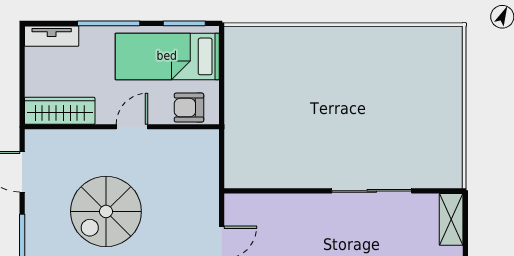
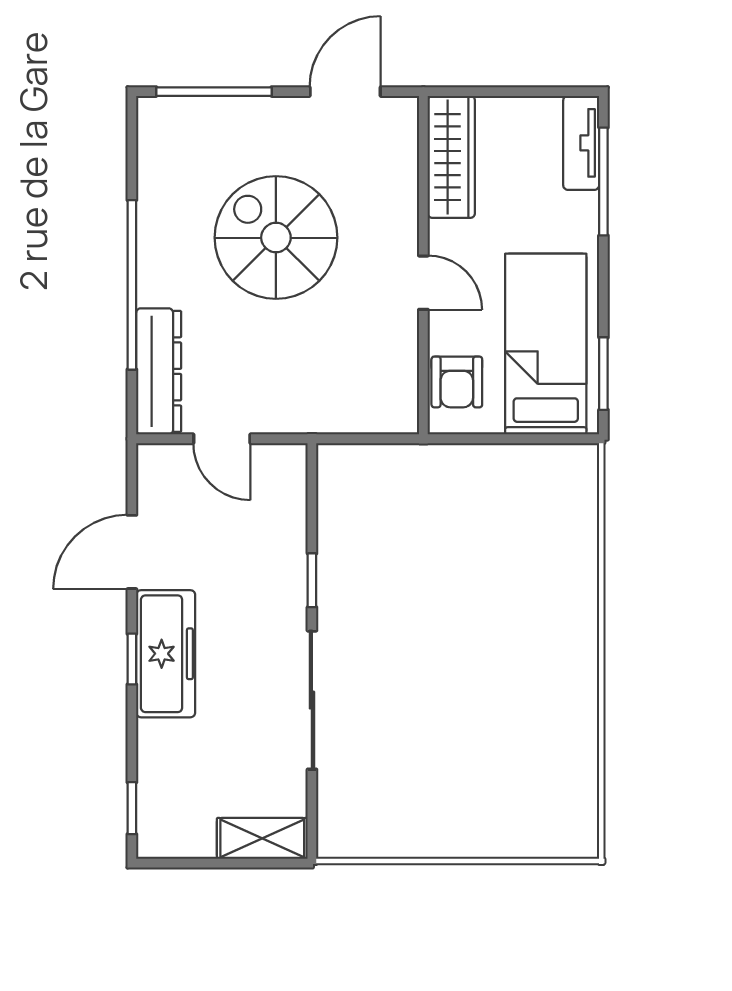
window: (109, 23) -> (603, 181), moved
armchair: (189, 108) -> (457, 382), turned 180
window: (303, 191) -> (312, 580), added

